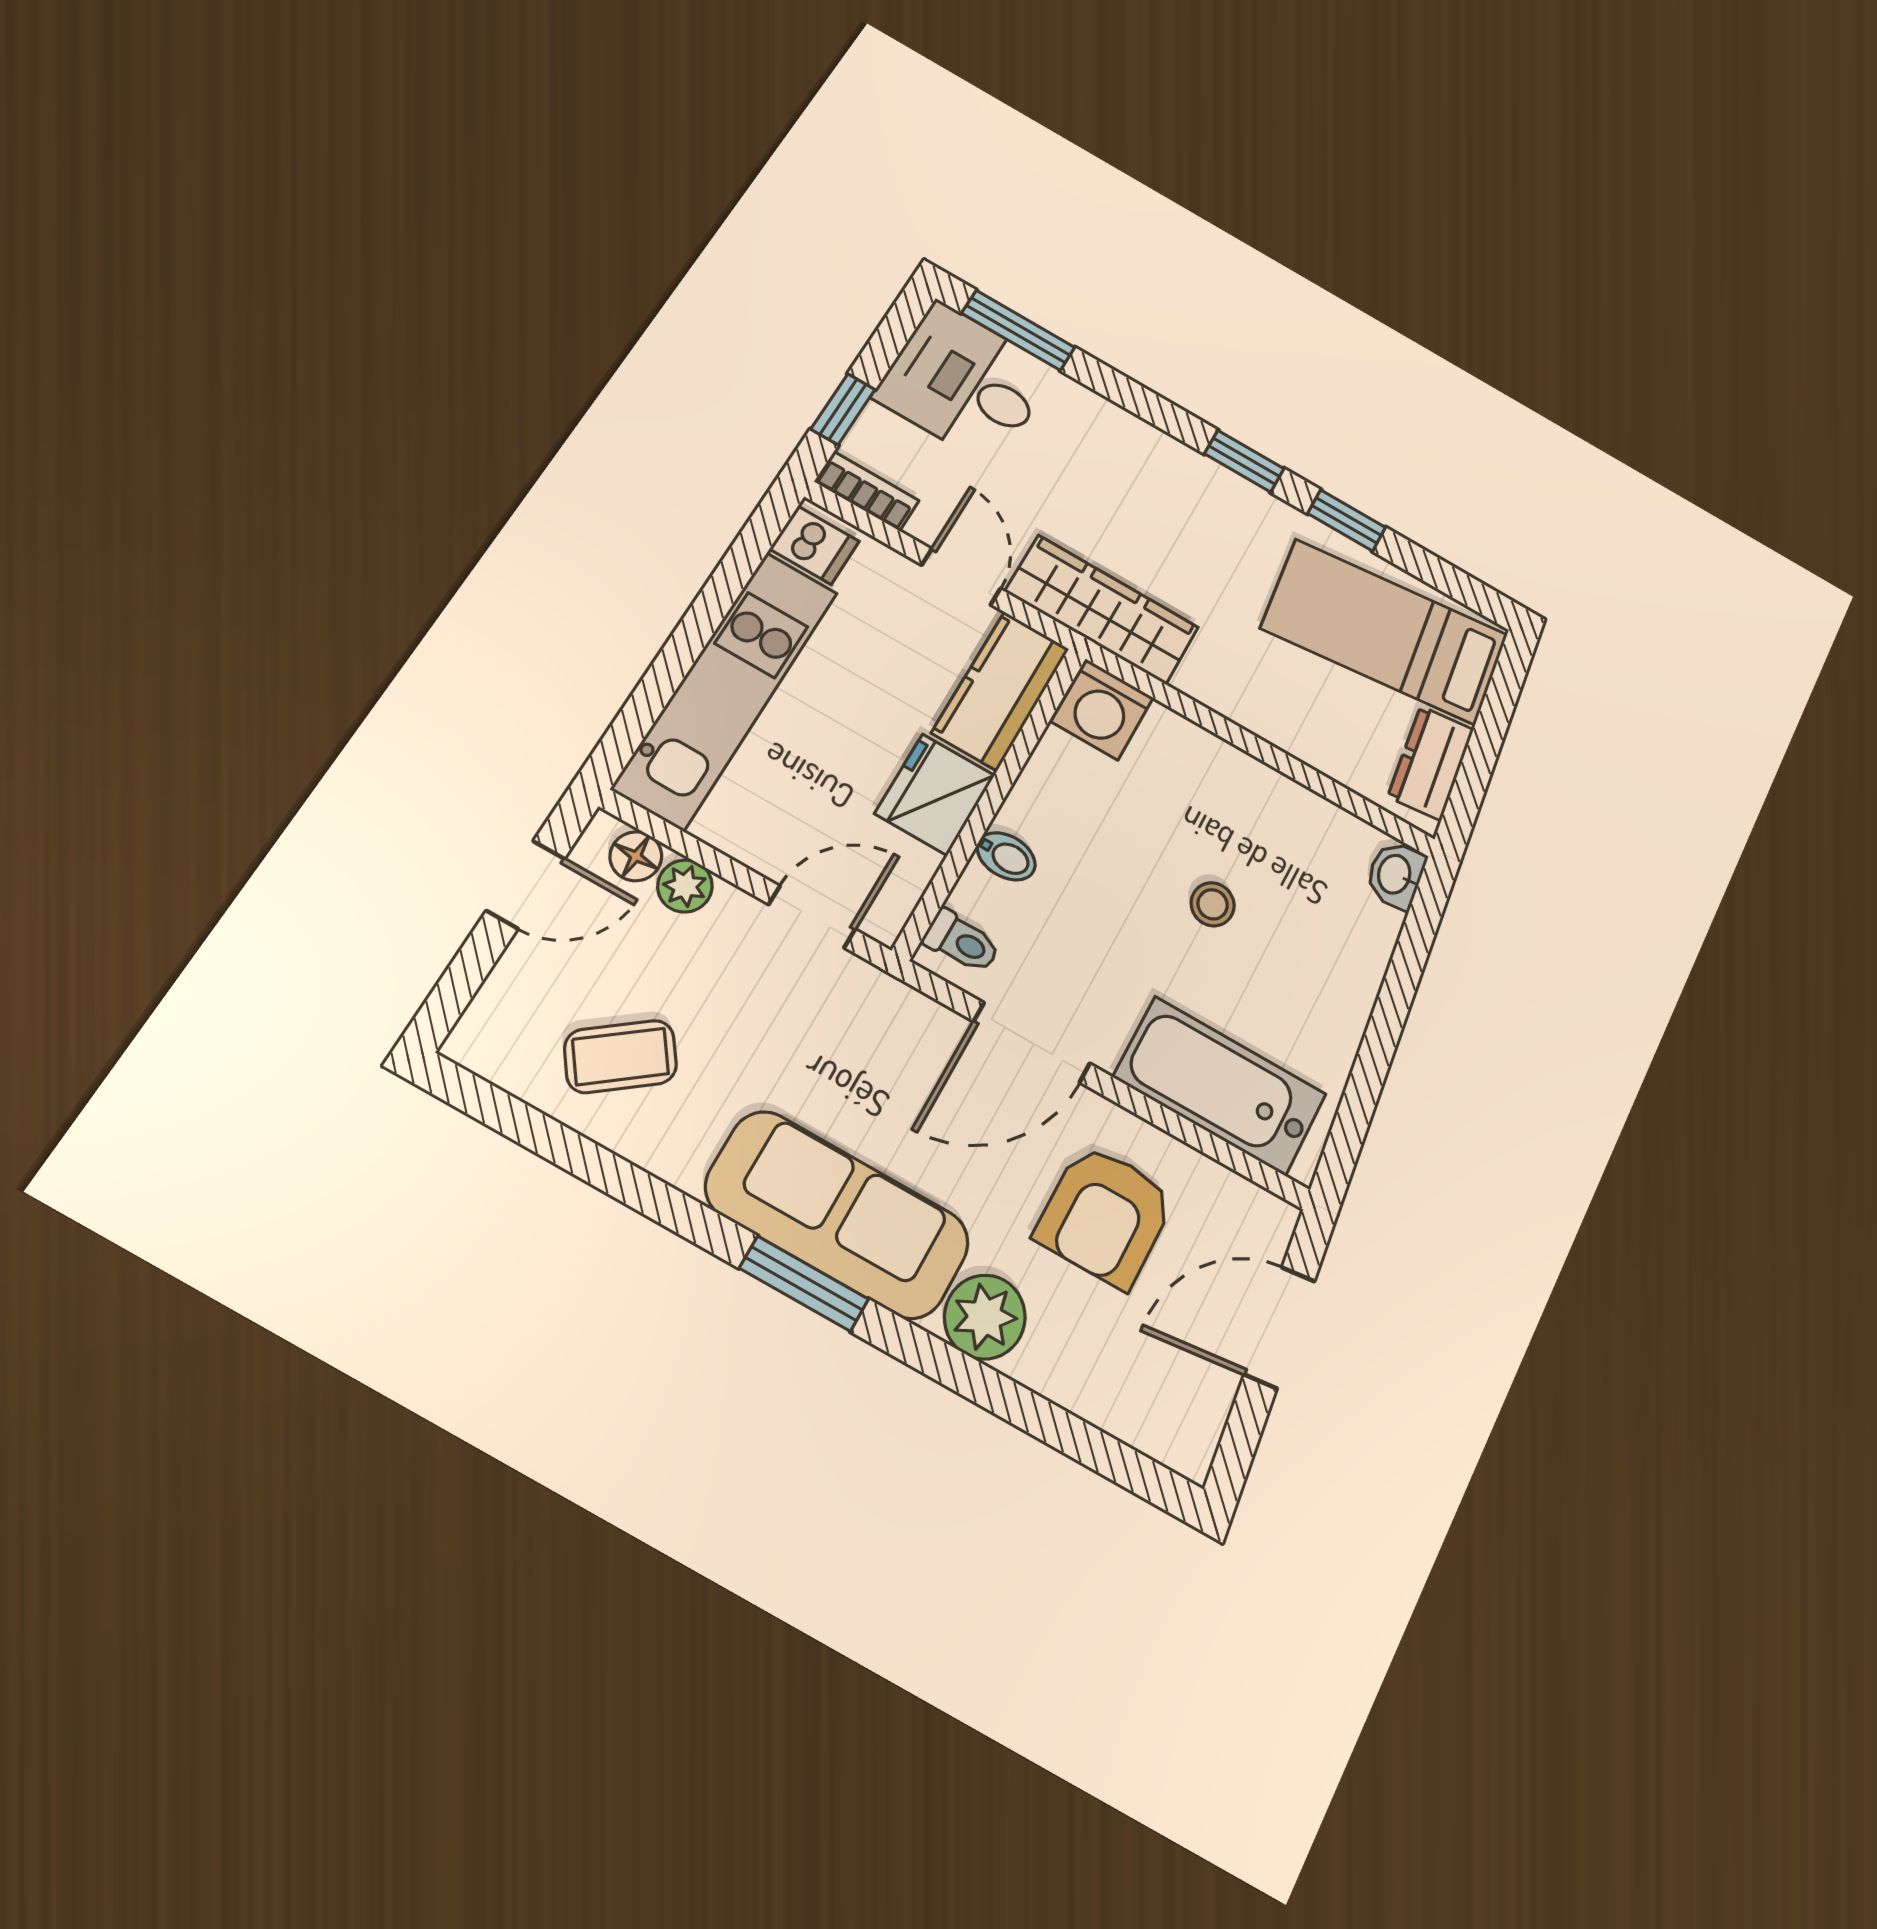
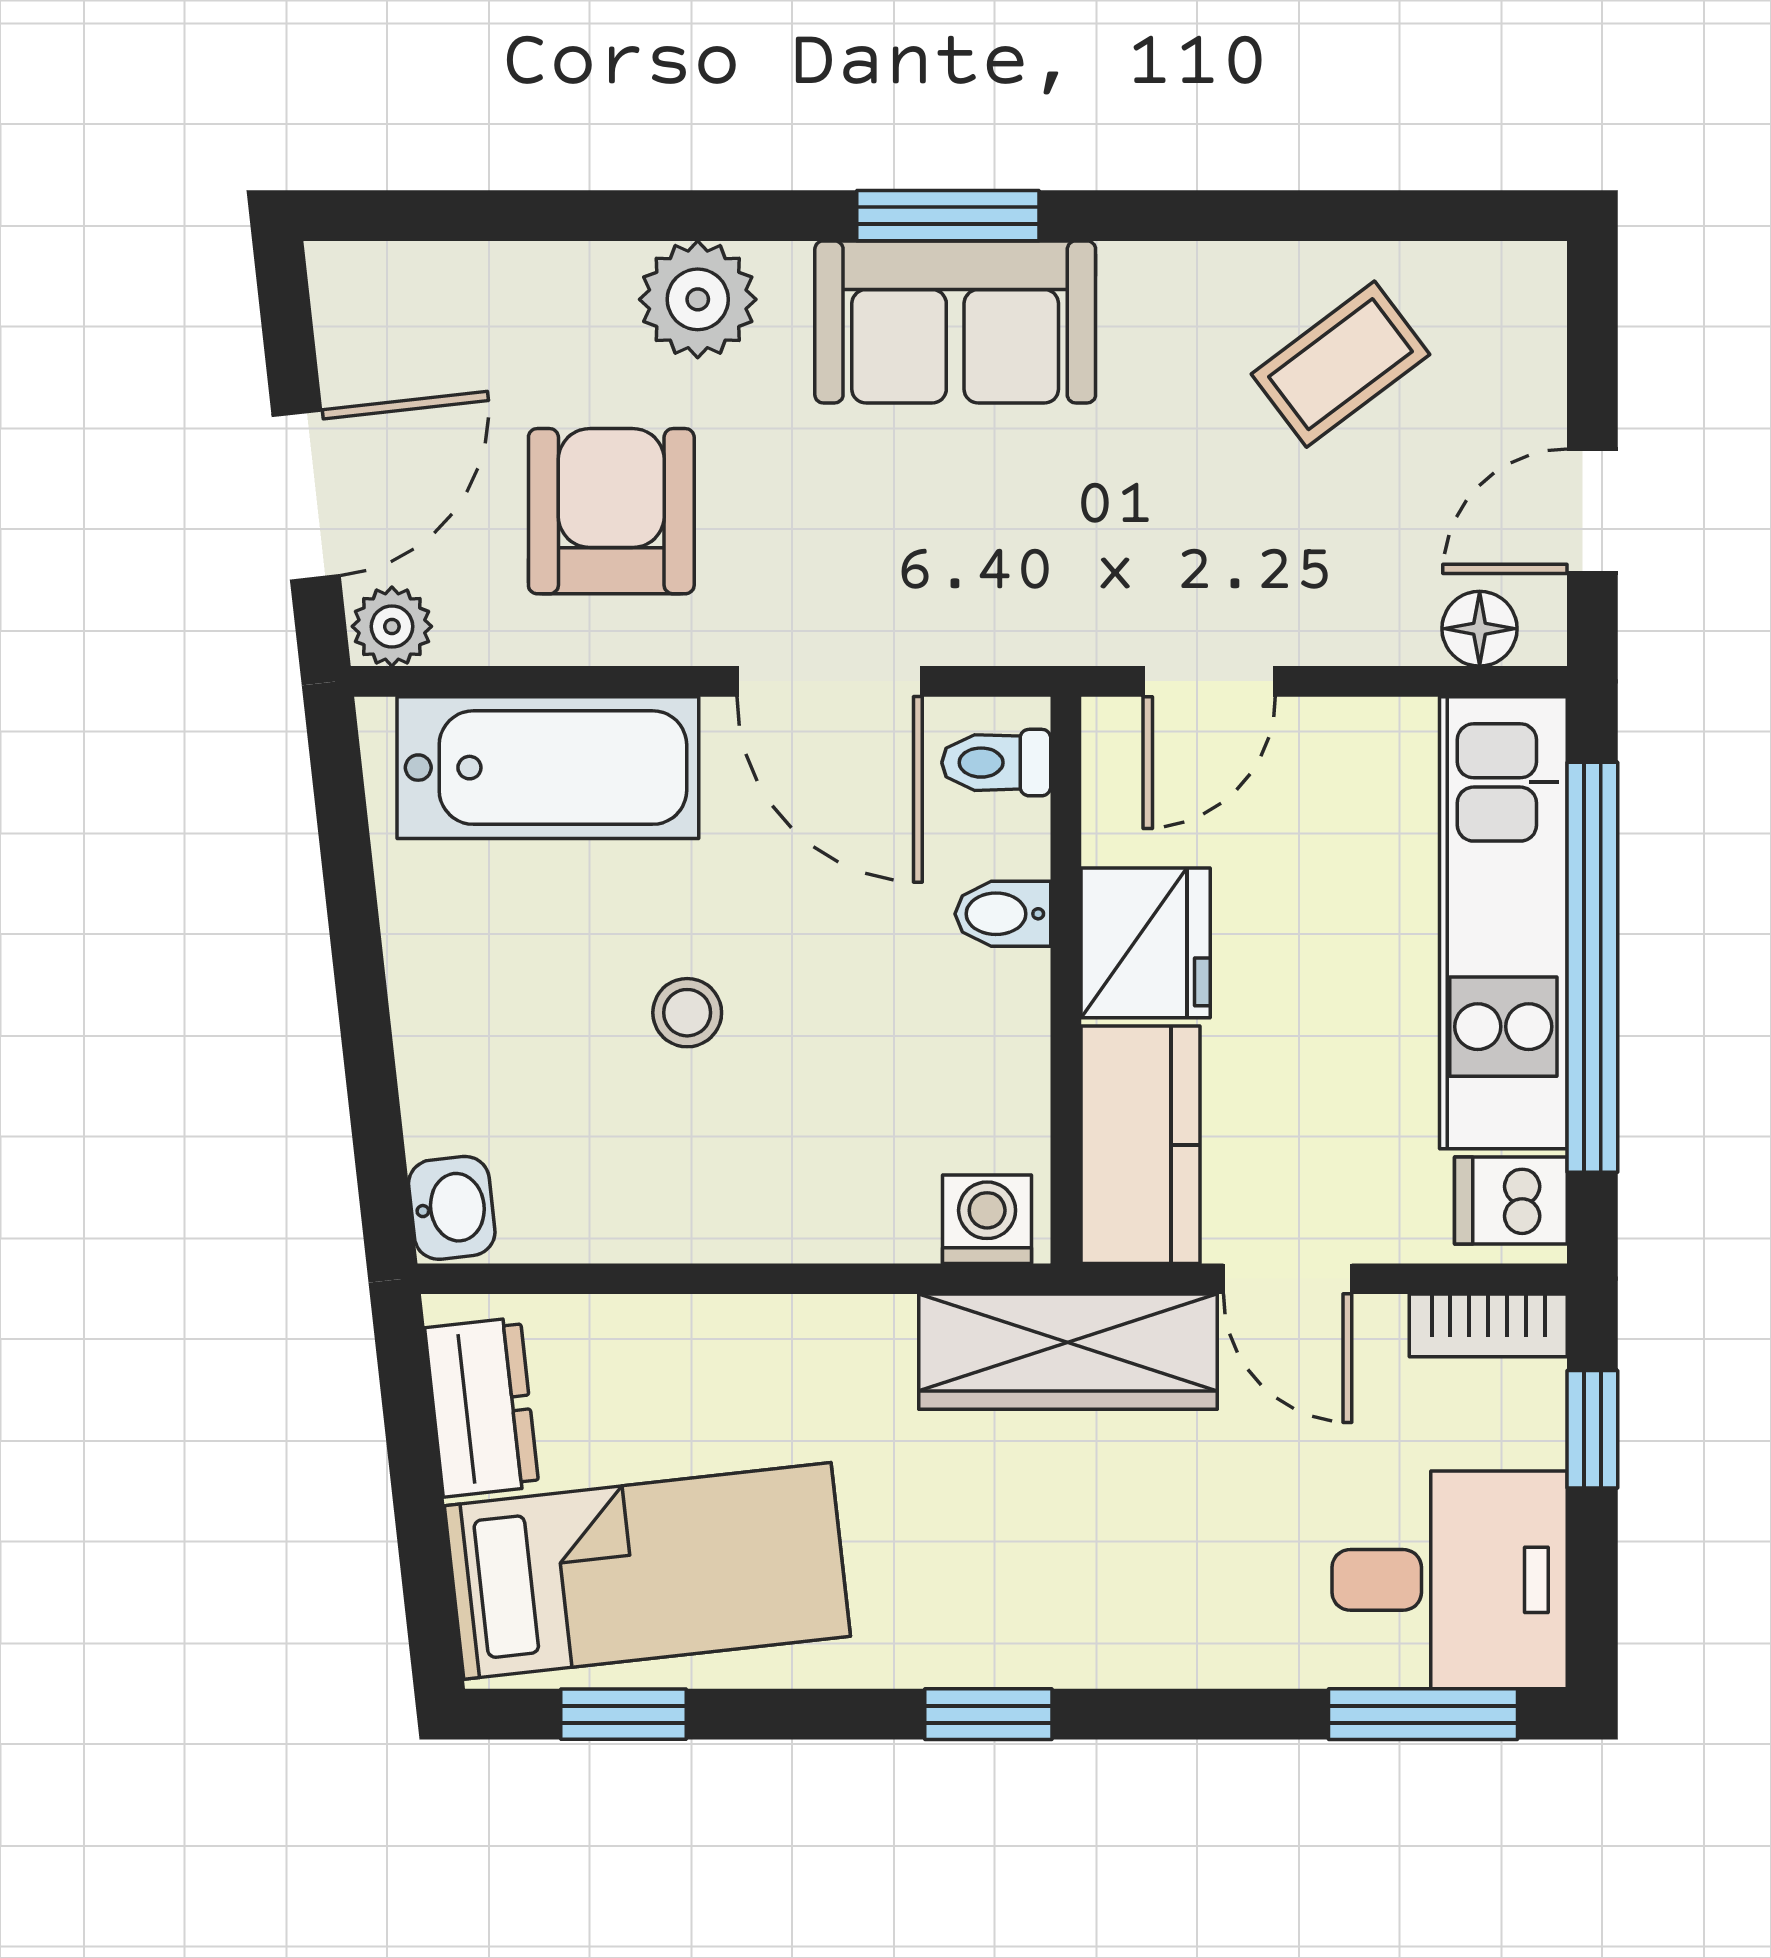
window: (1347, 520) -> (623, 1714), moved
window: (691, 637) -> (1592, 967), added
washing machine: (1102, 710) -> (987, 1219), width x0.73, depth x0.73
plant: (685, 886) -> (392, 626), moved
door: (1032, 1043) -> (830, 681), swing flipped
sofa: (837, 1215) -> (955, 322), width x0.73

